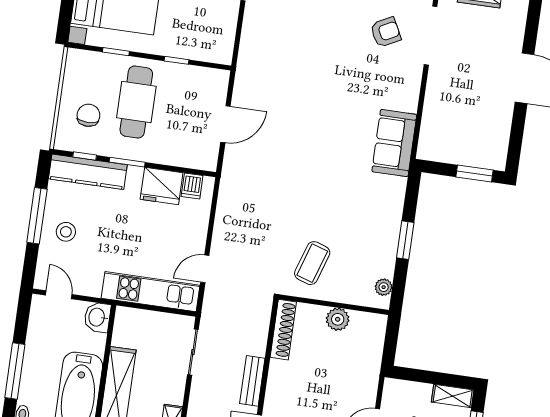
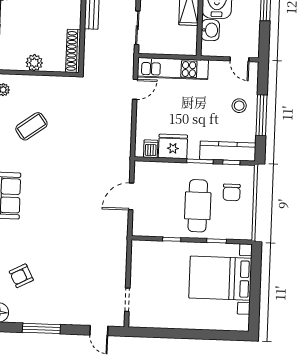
coffee table: (312, 263) -> (31, 126), moved, turned 36
washbasin: (97, 317) -> (210, 30), moved

